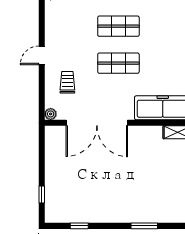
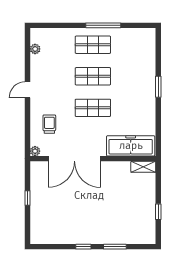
door: (42, 55) -> (27, 90), moved
window: (42, 195) -> (27, 198), moved
window: (79, 226) -> (83, 247), moved

